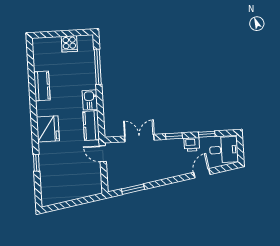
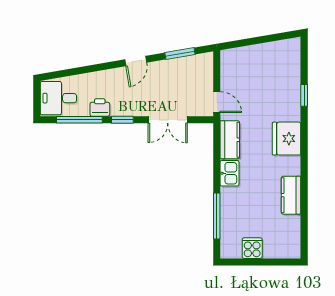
window: (207, 134) -> (79, 120), width x2.17
door: (202, 173) -> (136, 61), moved

